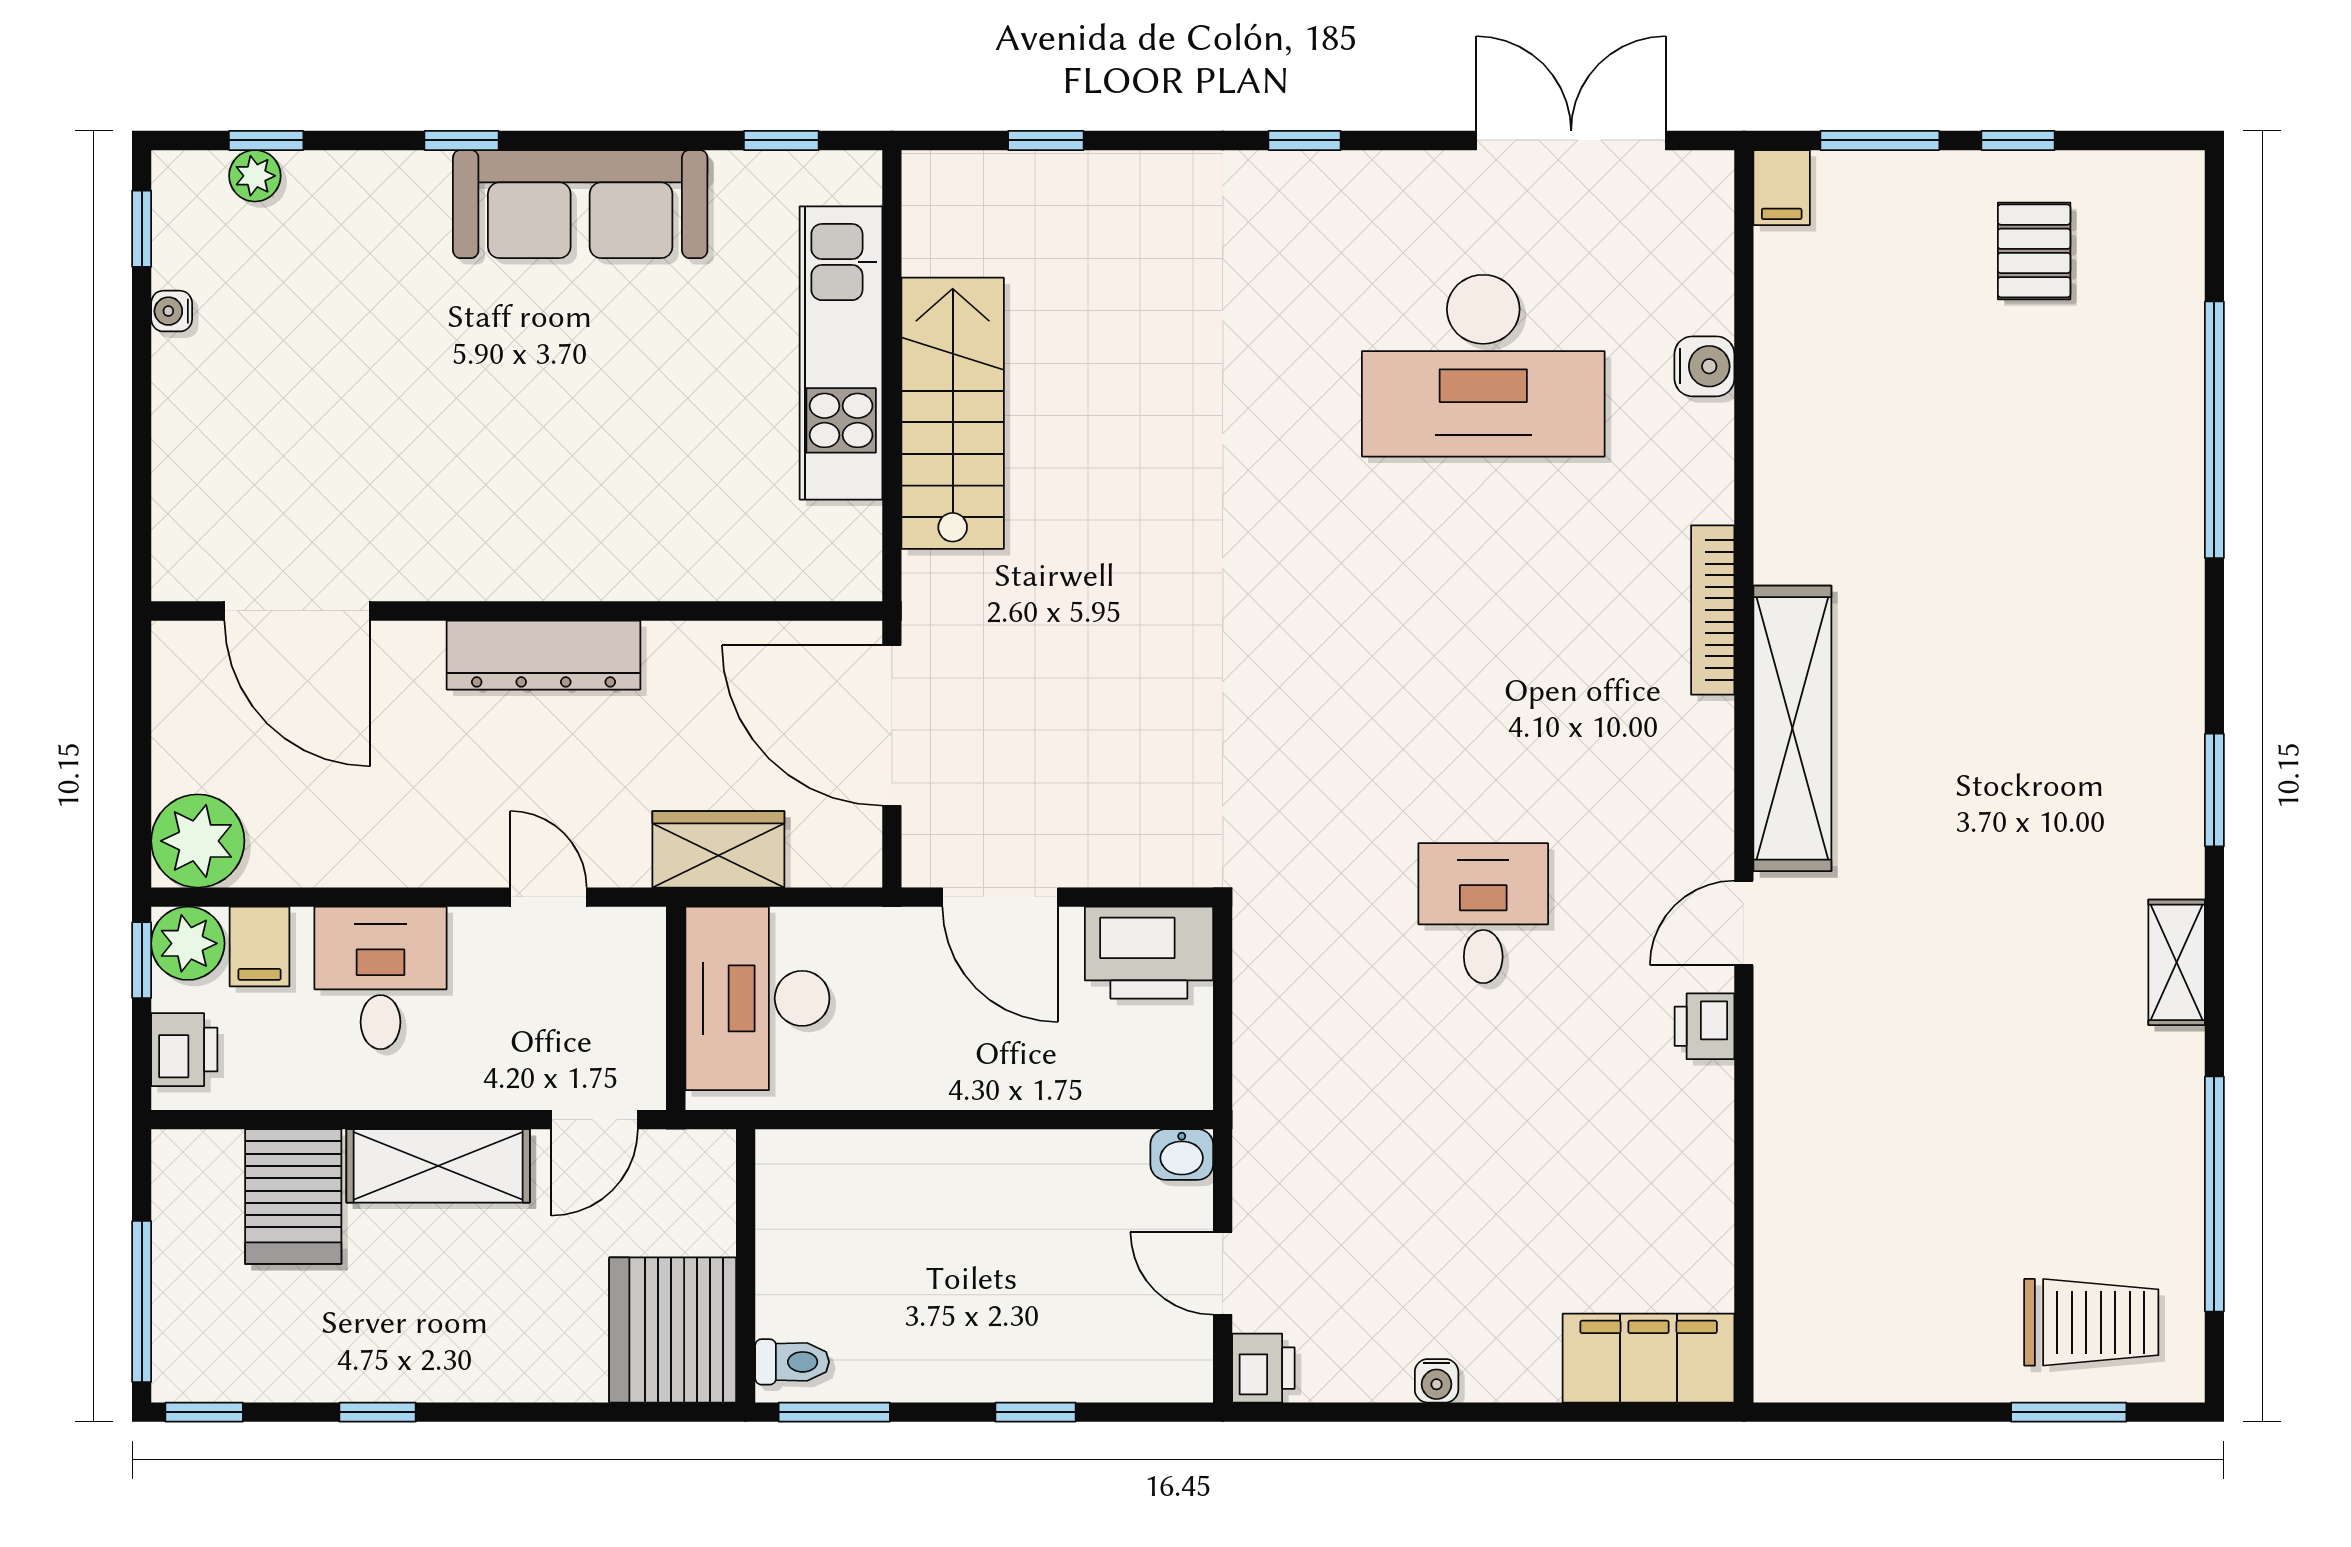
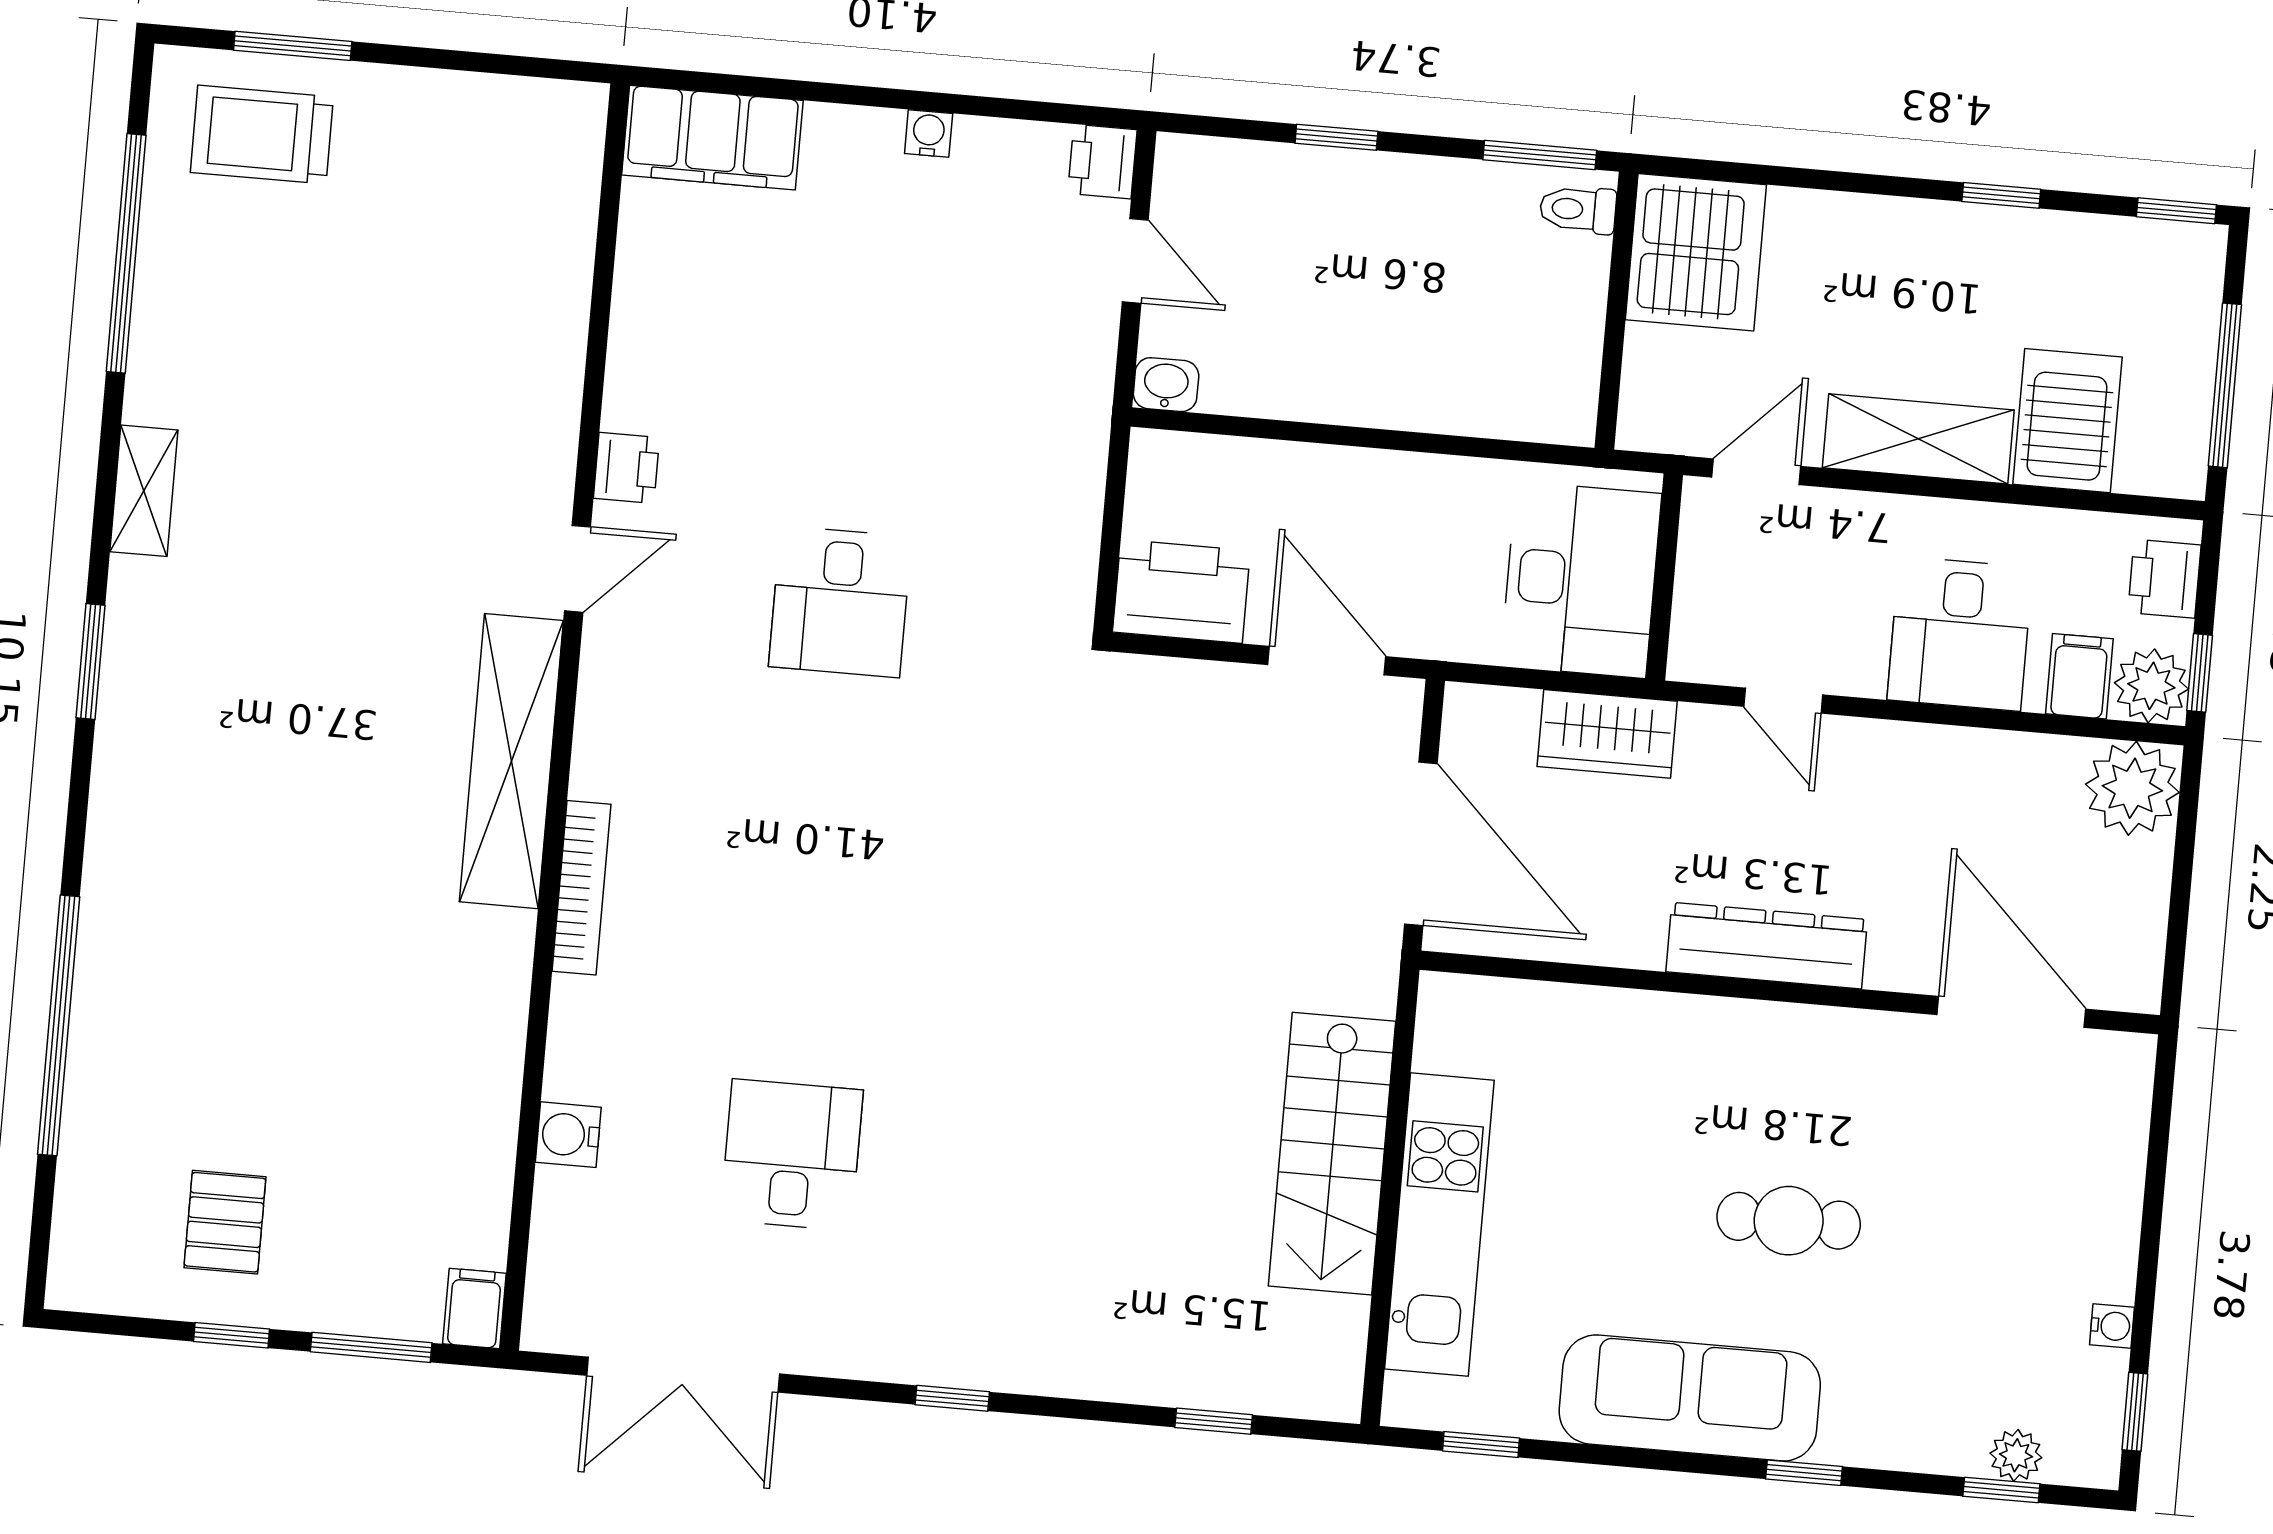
desk: (1483, 366) -> (792, 1155), width x0.53, depth x0.77
cafe table: (498, 387) -> (1789, 1221), added
window: (142, 1302) -> (2225, 385), moved

